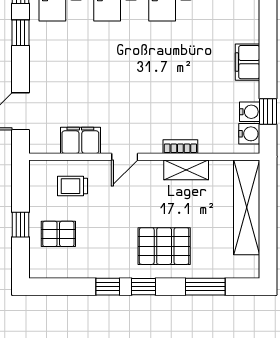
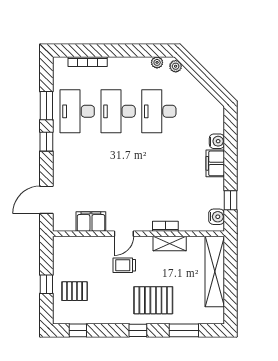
water cooler: (250, 112) -> (217, 141), moved
trolley: (73, 186) -> (124, 265), moved
window: (108, 287) -> (78, 330), moved

